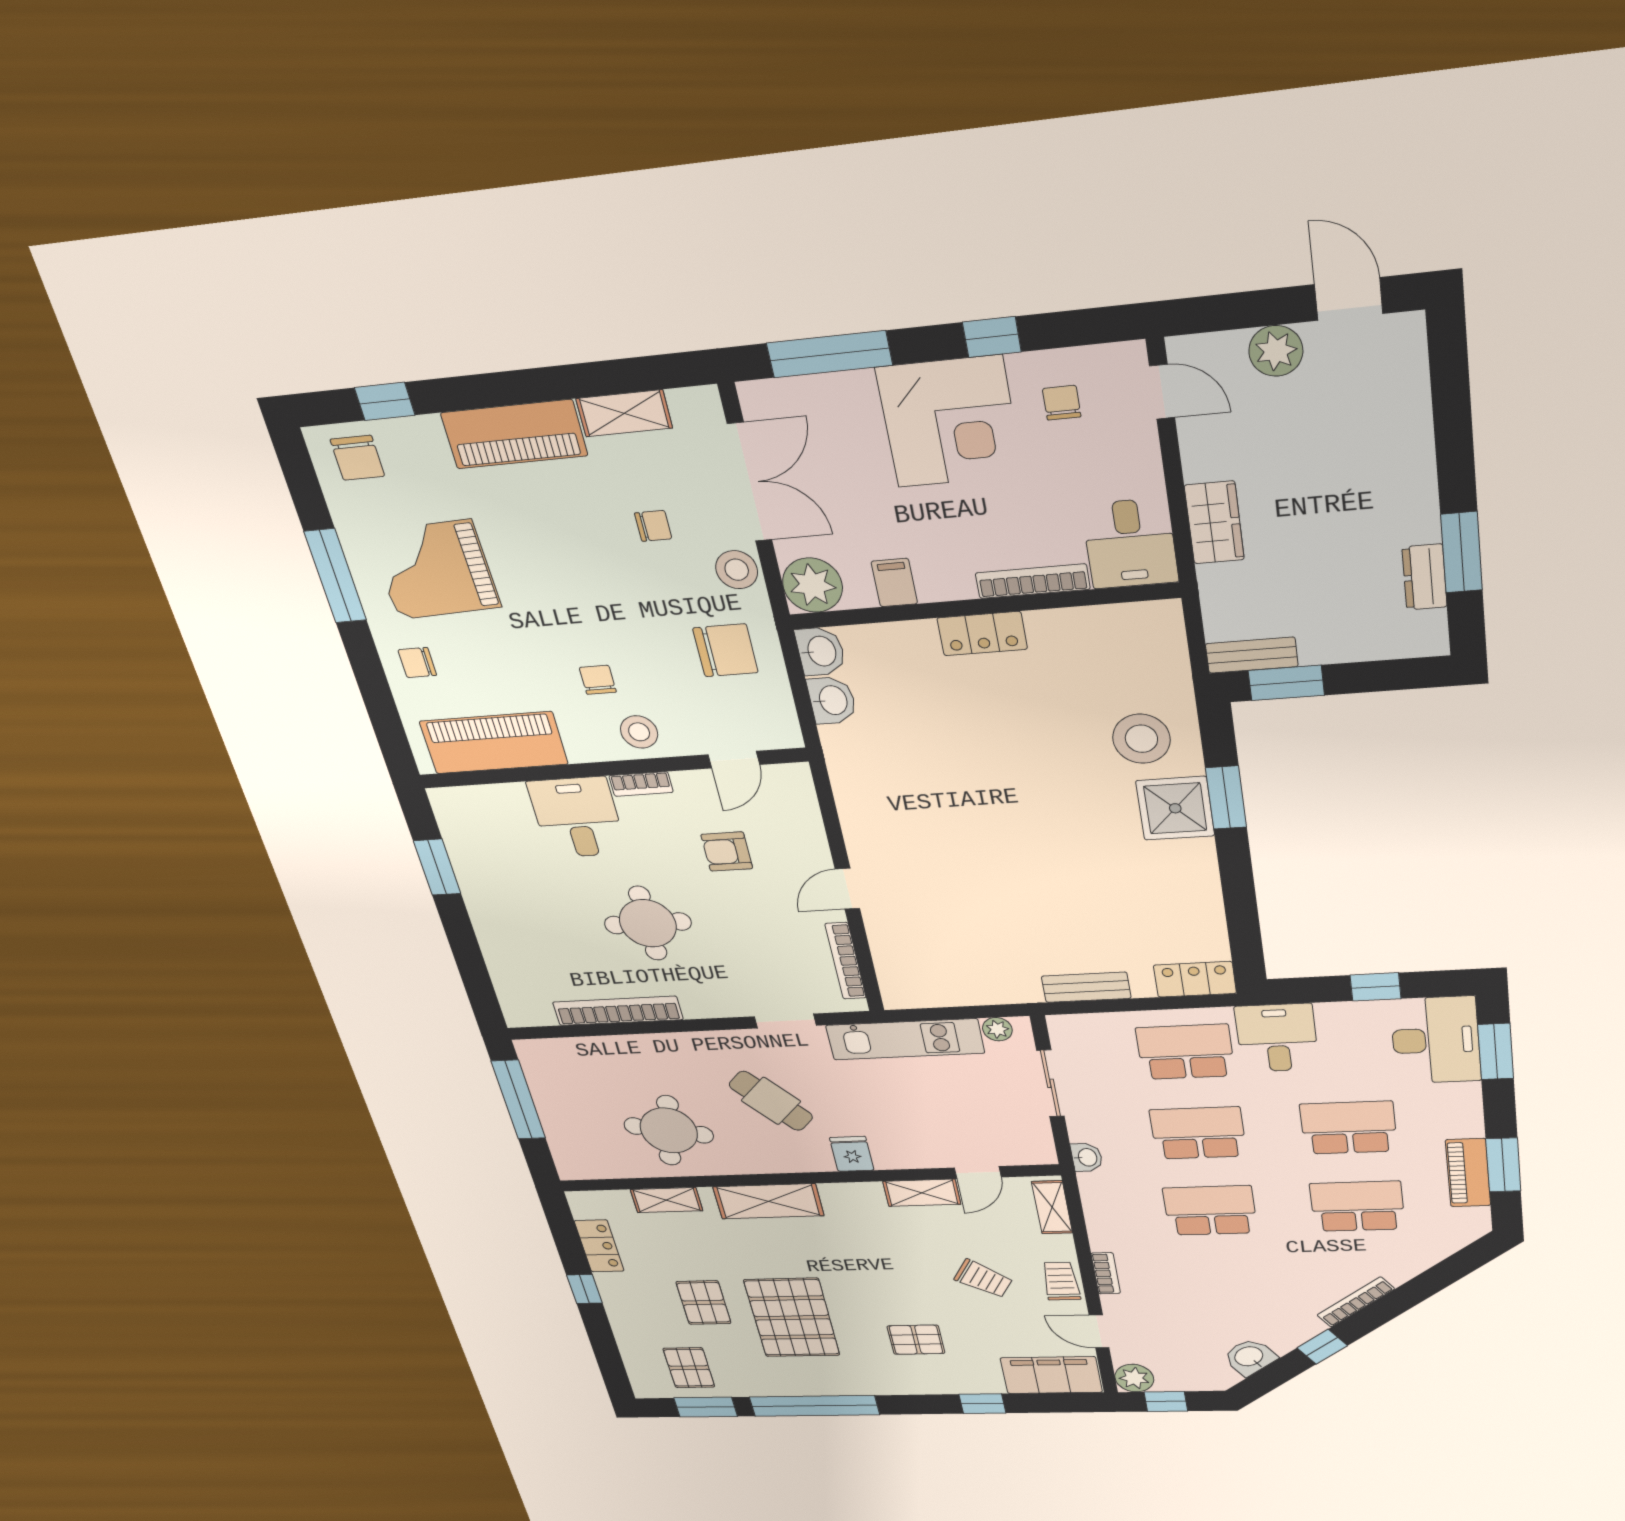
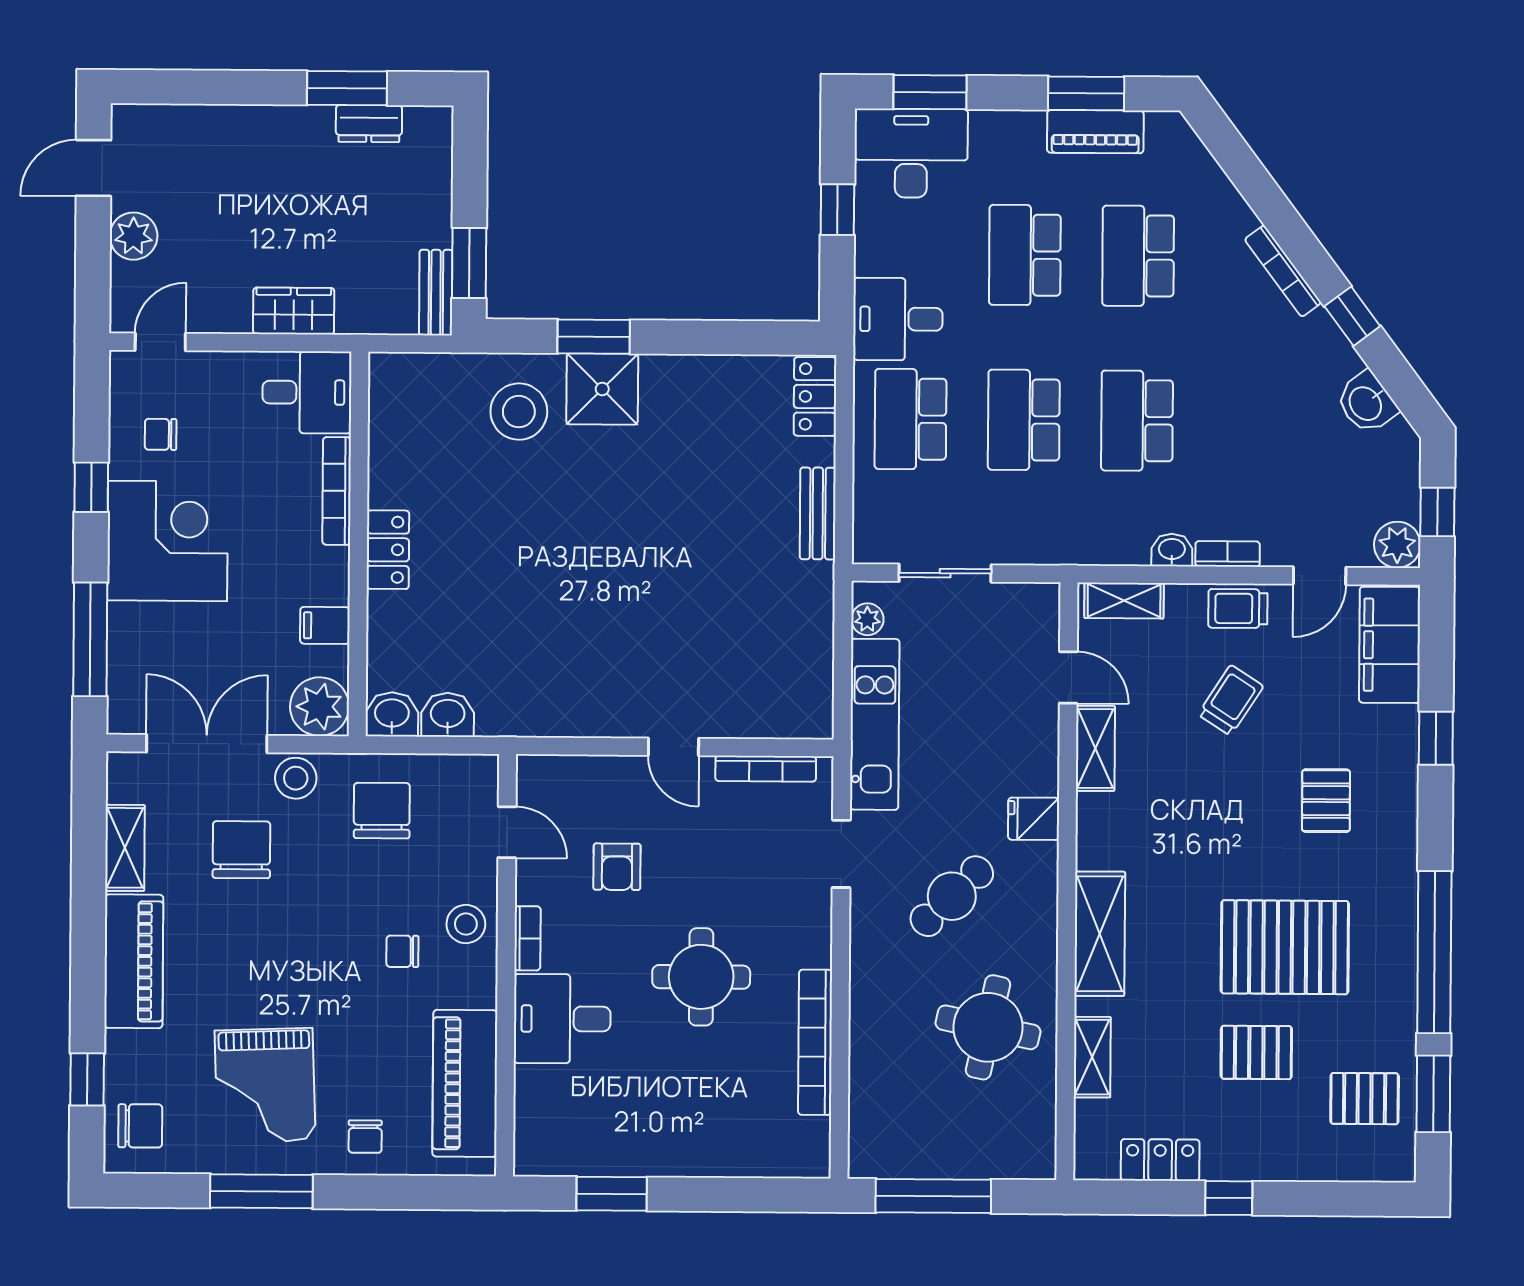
chair: (653, 526) -> (241, 850), width x1.87, depth x1.87
washbasin: (1087, 1157) -> (1172, 550), moved

